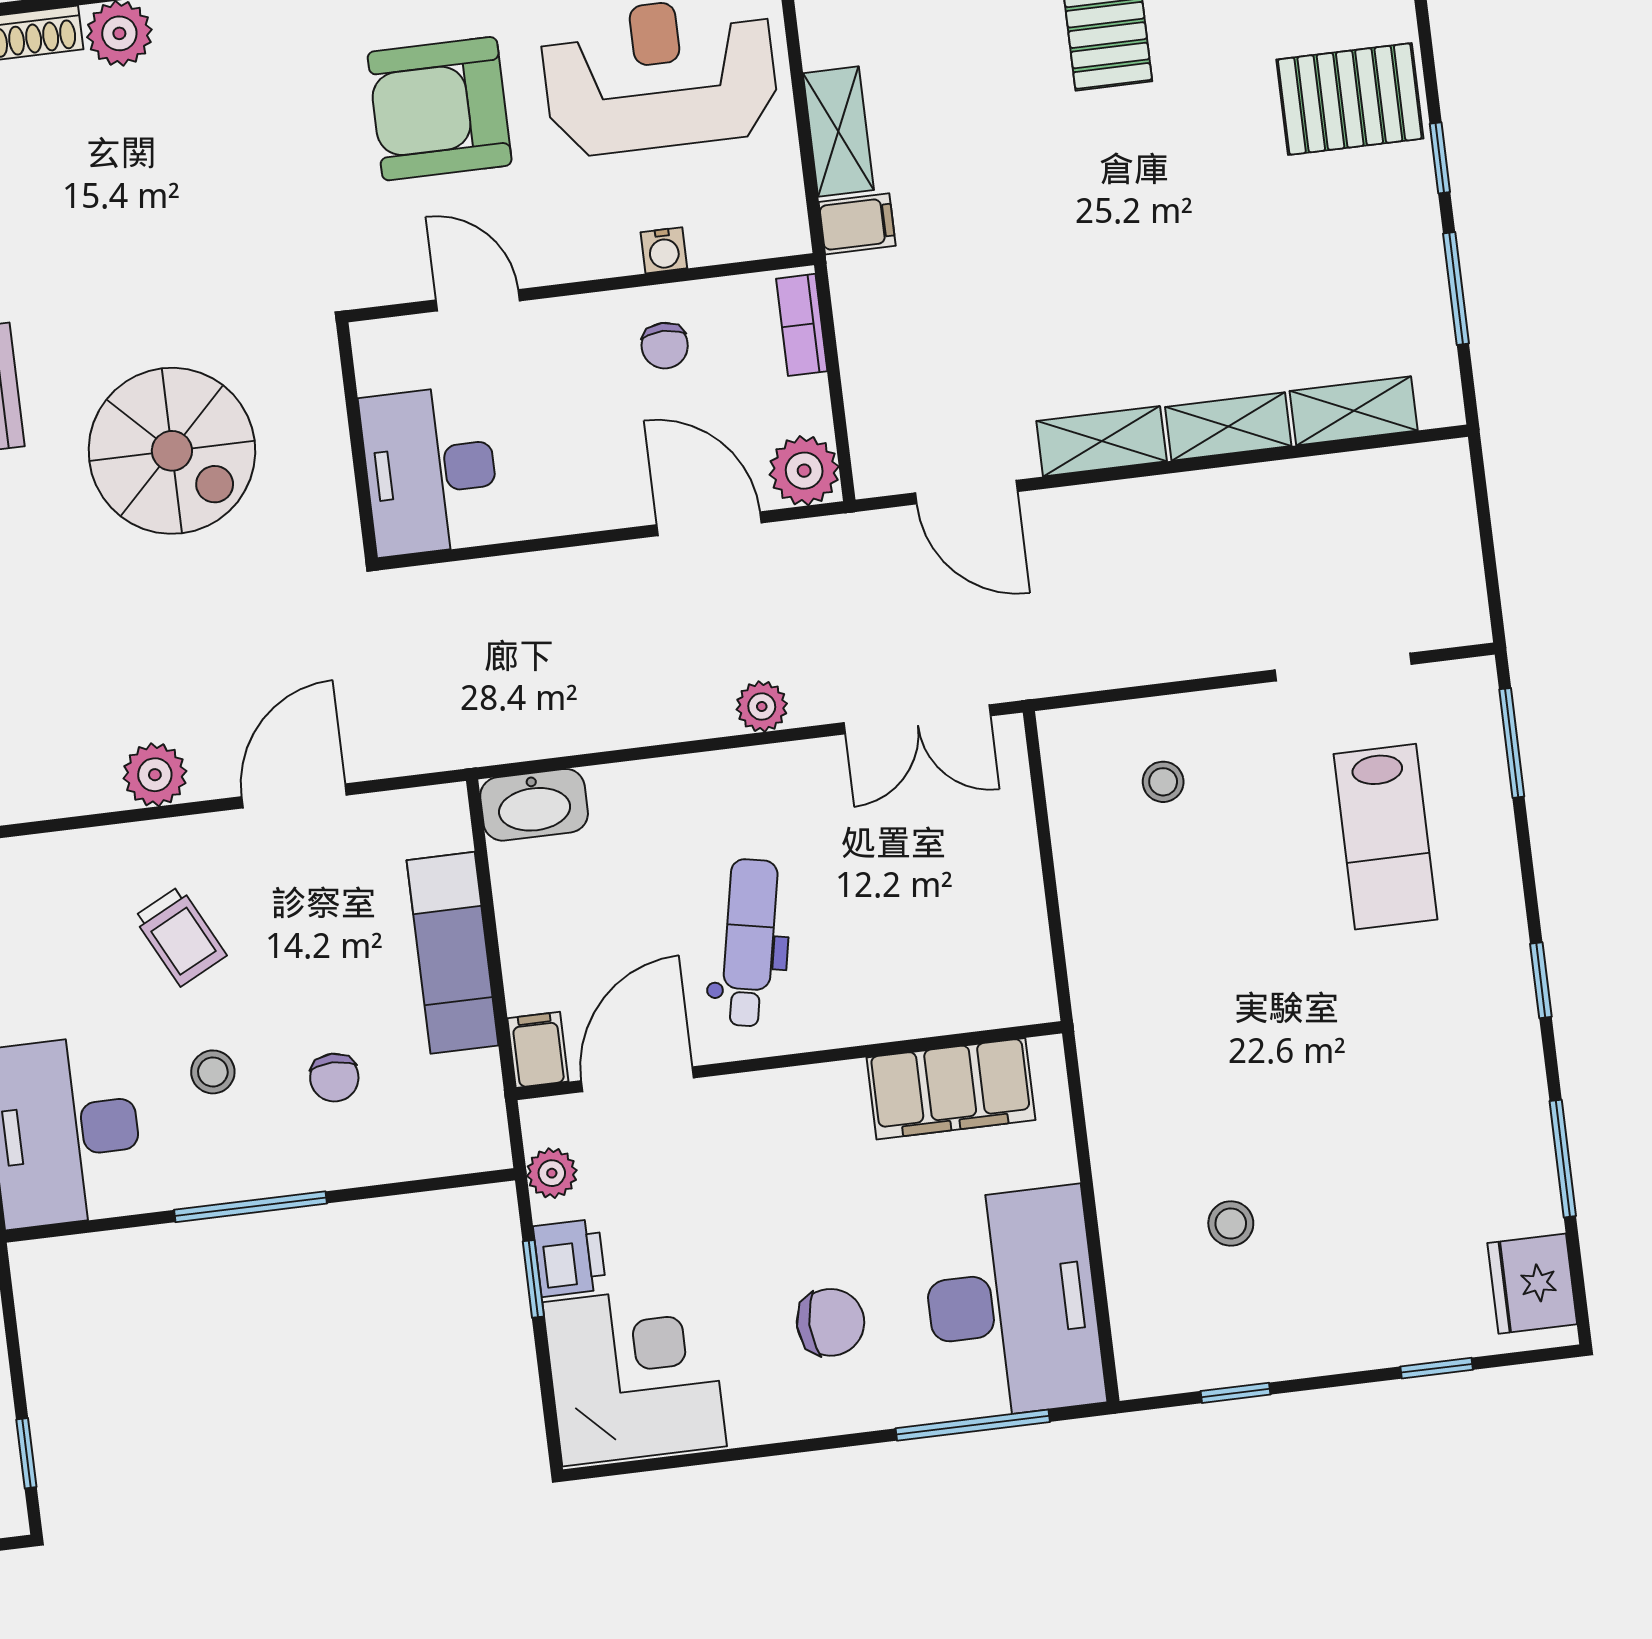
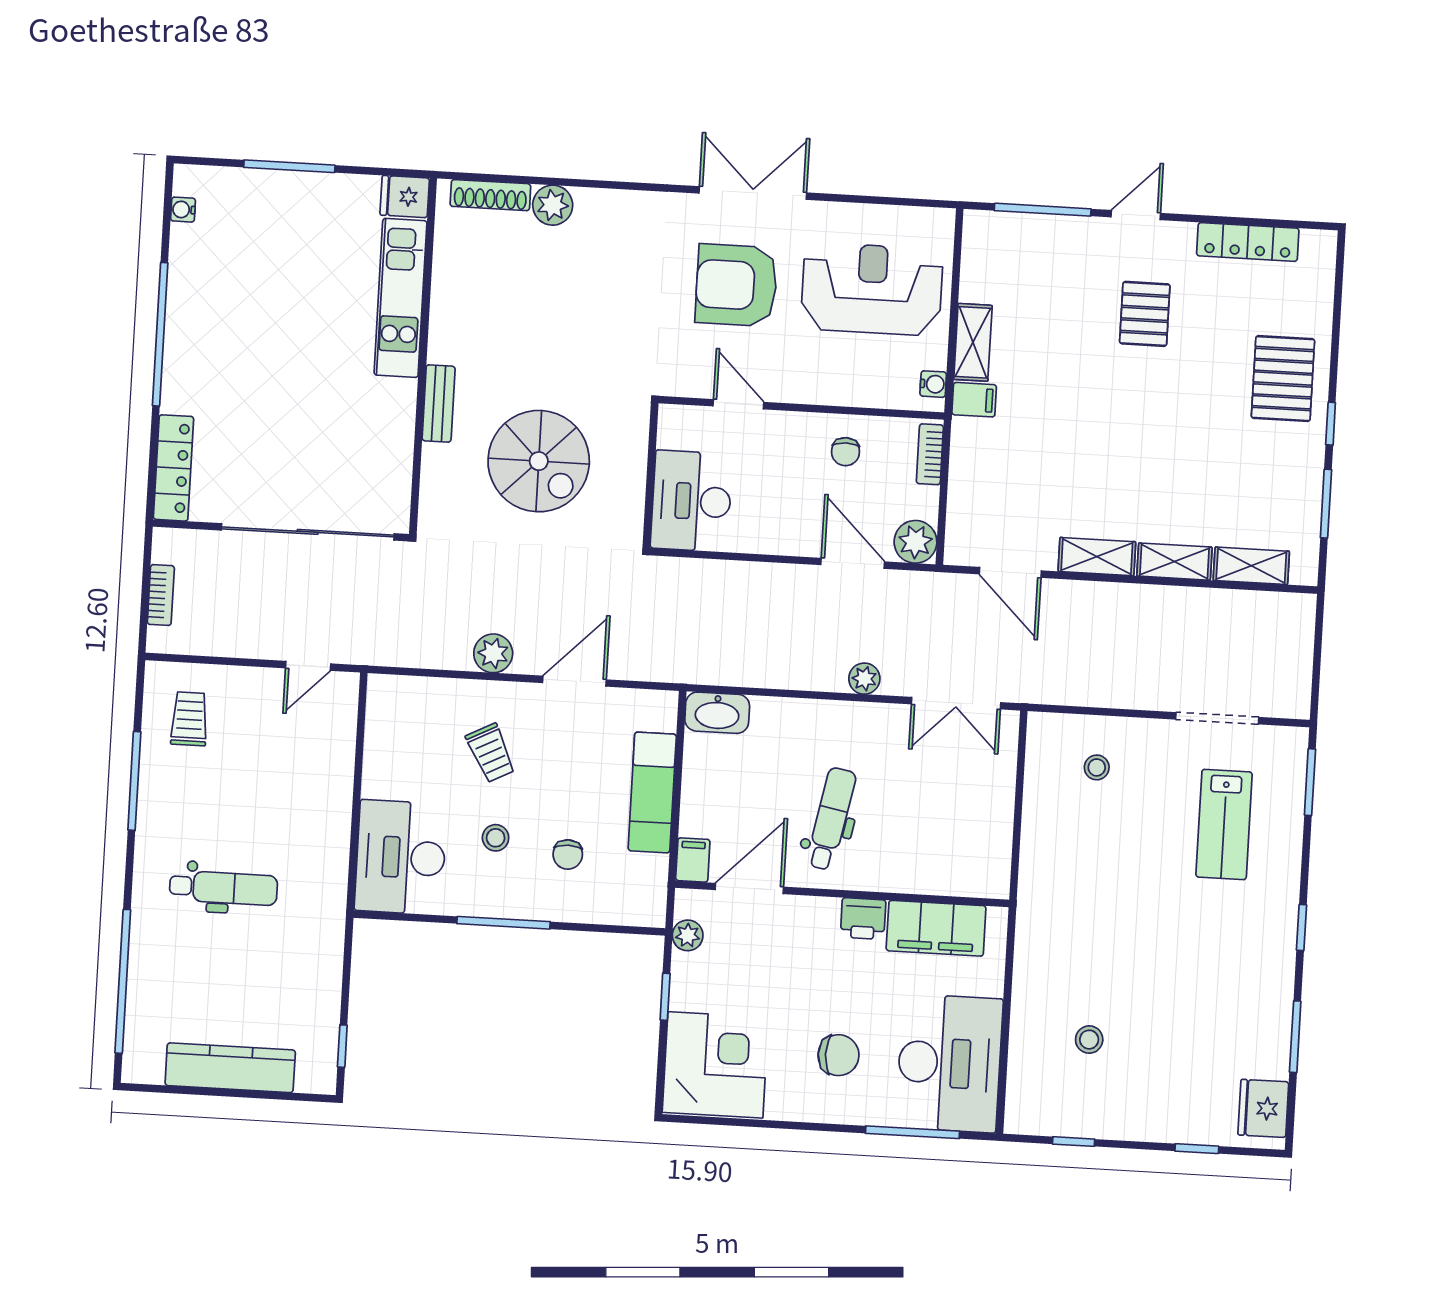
pallet: (1350, 99) -> (1283, 379), turned 90
water cooler: (664, 250) -> (933, 384), moved, turned -90
printer: (570, 1258) -> (863, 919), moved, turned 90

